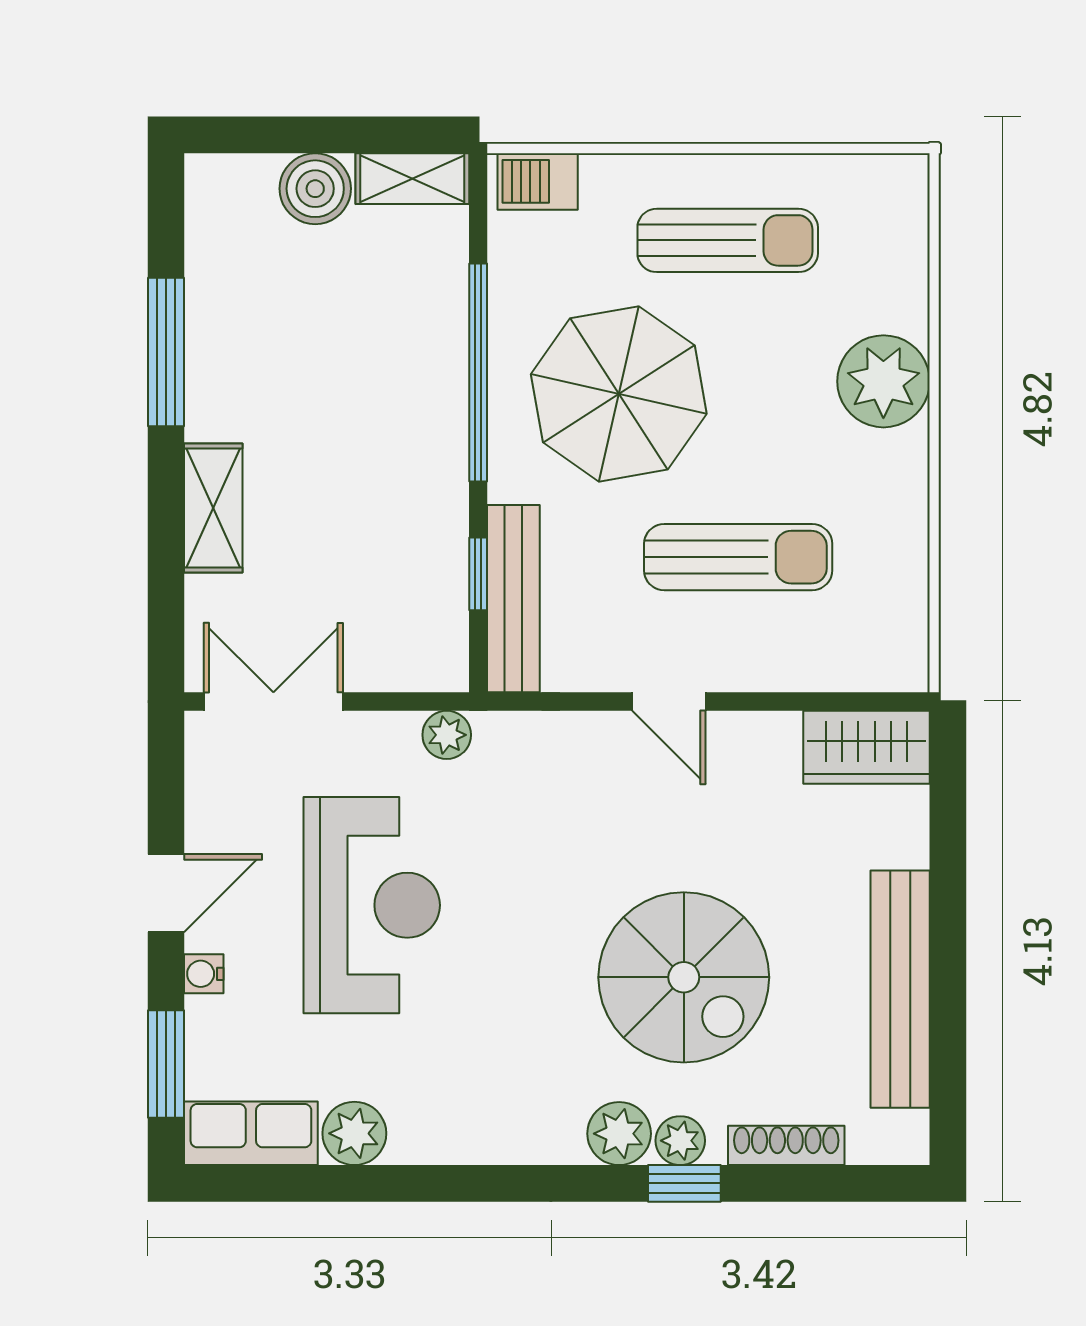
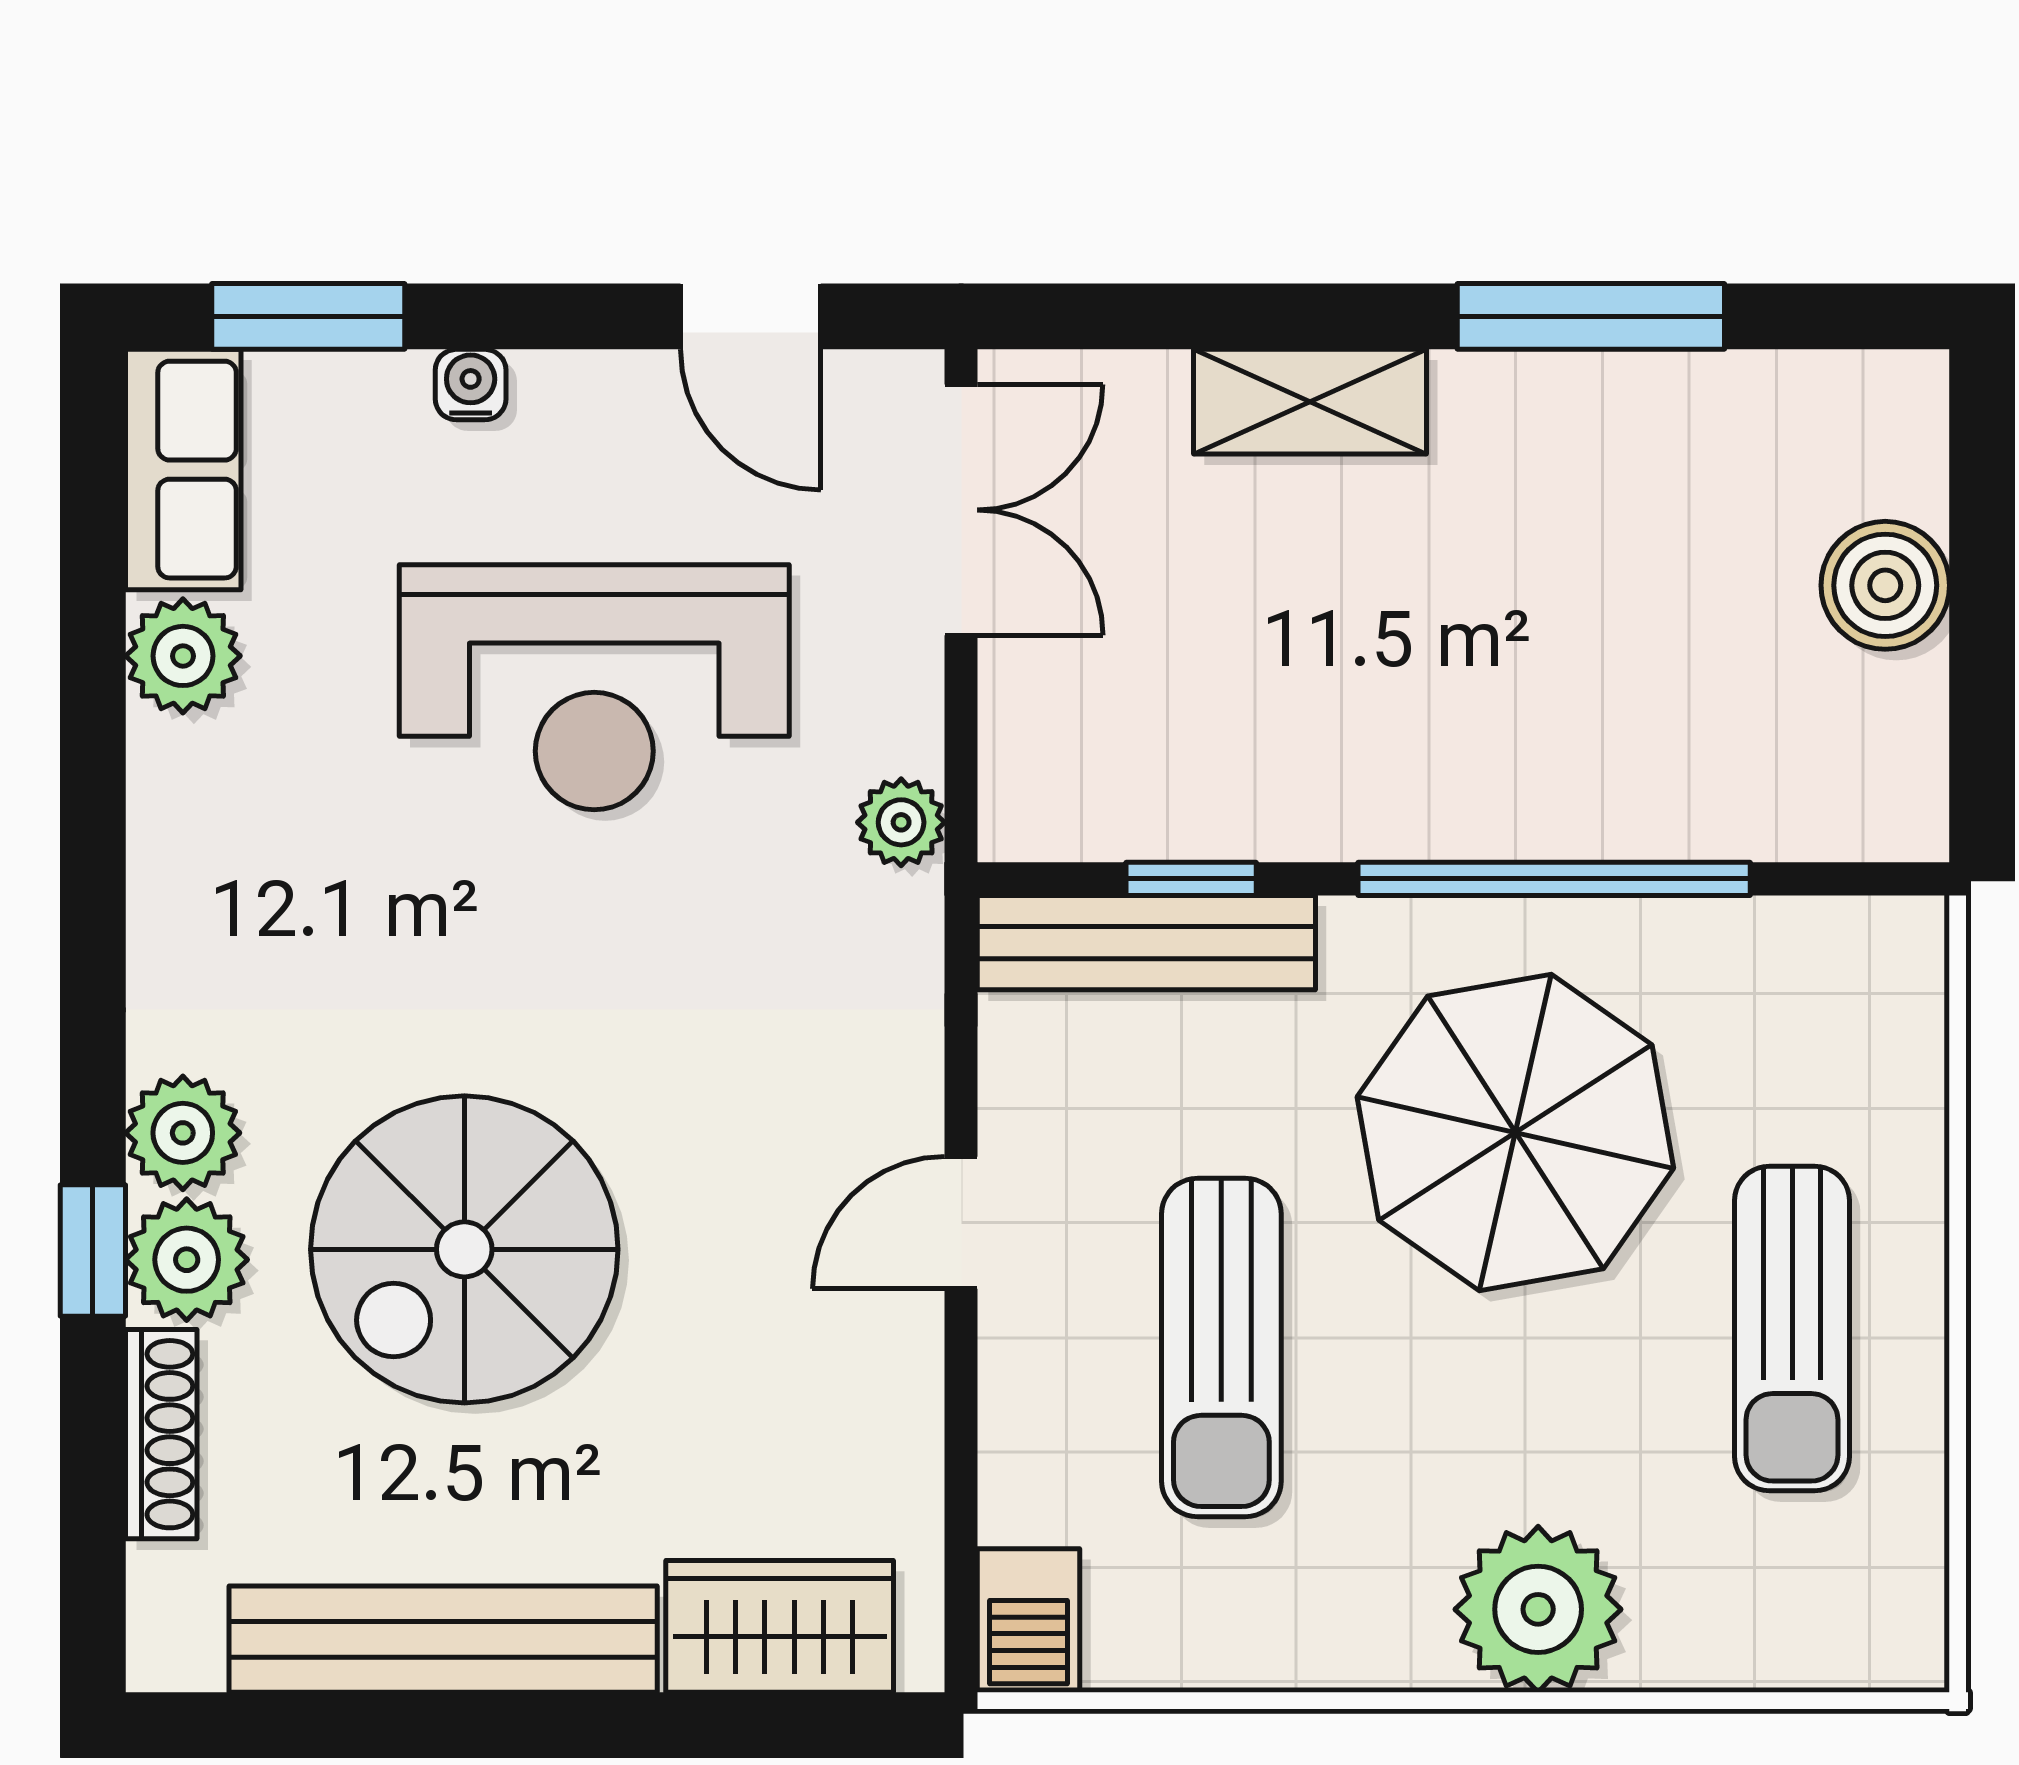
shelving: (412, 179) -> (1903, 760), removed
barbecue: (538, 181) -> (1029, 1621), moved, turned 180
wardrobe: (866, 747) -> (780, 1626), moved, turned 90
door: (166, 893) -> (751, 316), moved
plant: (680, 1141) -> (187, 1260), width x1.38, depth x1.38

